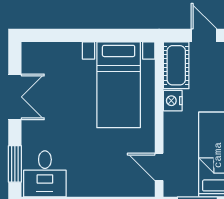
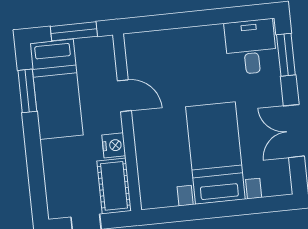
bed with nightstands: (119, 85) -> (215, 153), moved
door: (159, 167) -> (124, 96), moved

